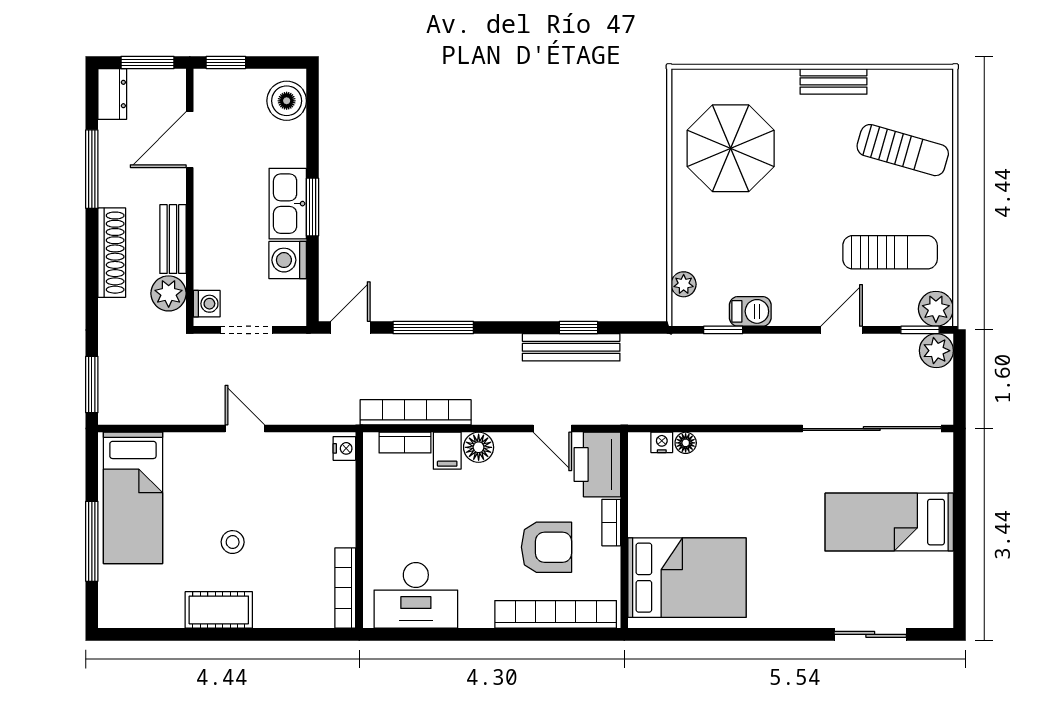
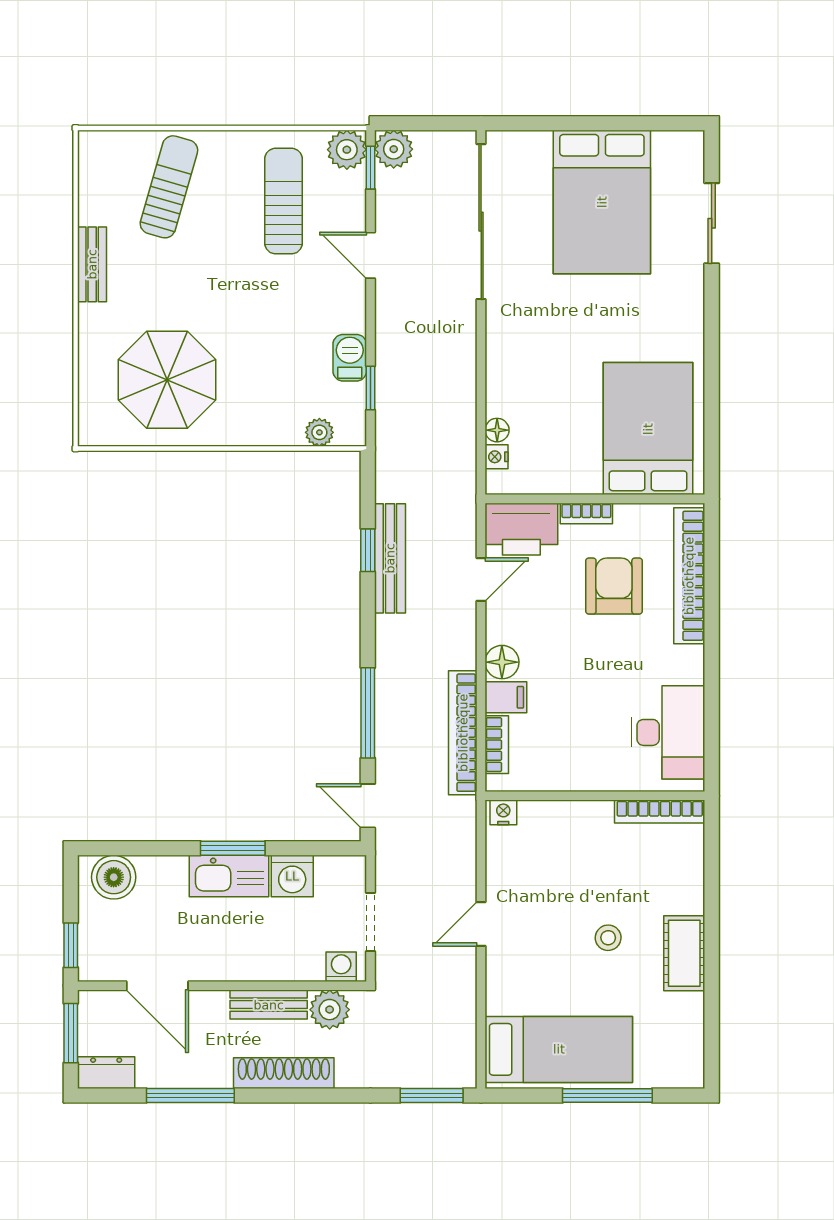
bed: (889, 522) -> (602, 202), width x1.50

